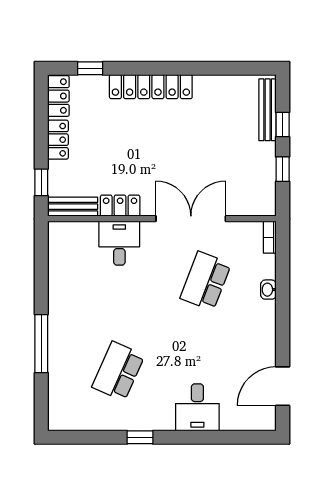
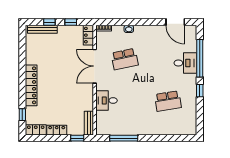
locker: (120, 206) -> (88, 35), moved
school desk: (206, 281) -> (125, 59), turned -33
window: (41, 344) -> (124, 138), moved
school desk: (118, 371) -> (168, 101), turned -33
window: (207, 437) -> (200, 58), added

